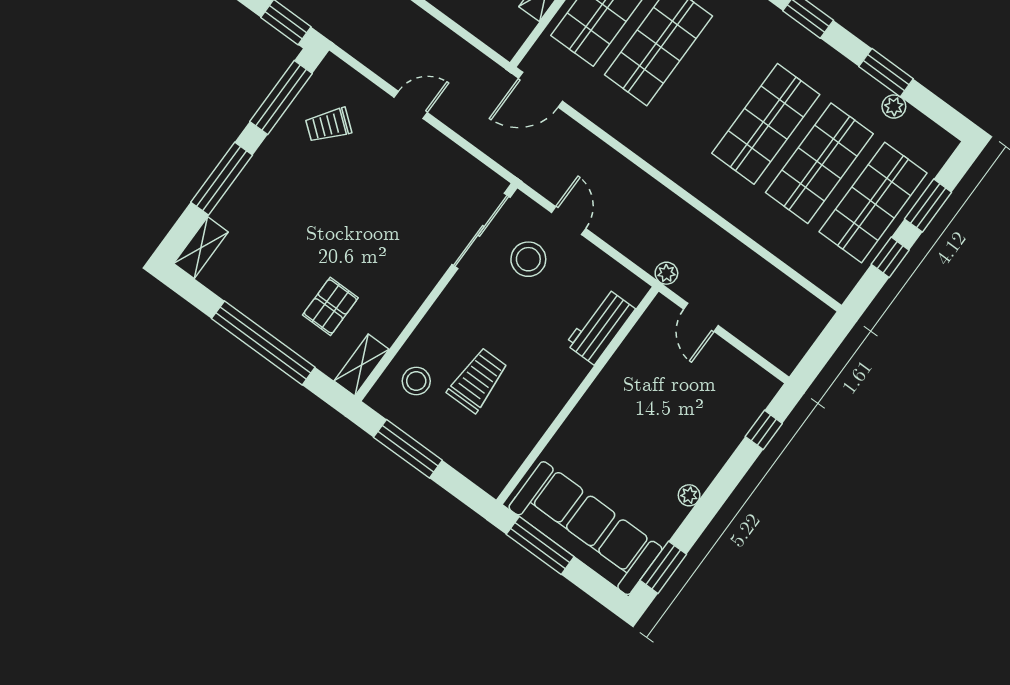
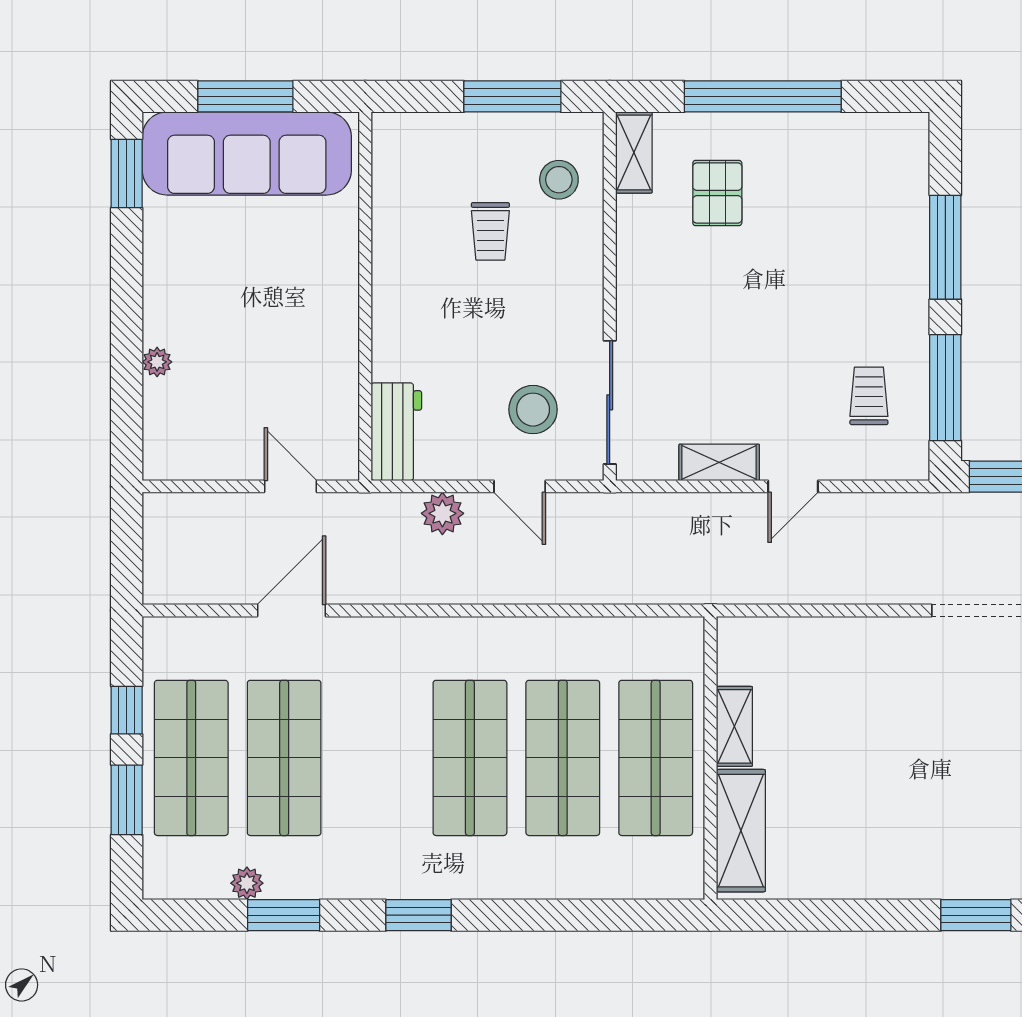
door: (540, 90) -> (291, 611), moved
shop shelf: (766, 124) -> (470, 758), moved
trolley: (329, 125) -> (869, 396), turned -39
shelving: (201, 248) -> (719, 462), moved, turned 90
plant: (666, 273) -> (442, 513), moved, width x1.38, depth x1.38
workbench: (600, 327) -> (396, 432), moved
trolley: (478, 380) -> (490, 231), width x0.73, depth x0.72
window: (764, 430) -> (127, 411), removed
plant: (689, 495) -> (157, 362), moved
window: (540, 546) -> (245, 96), moved

